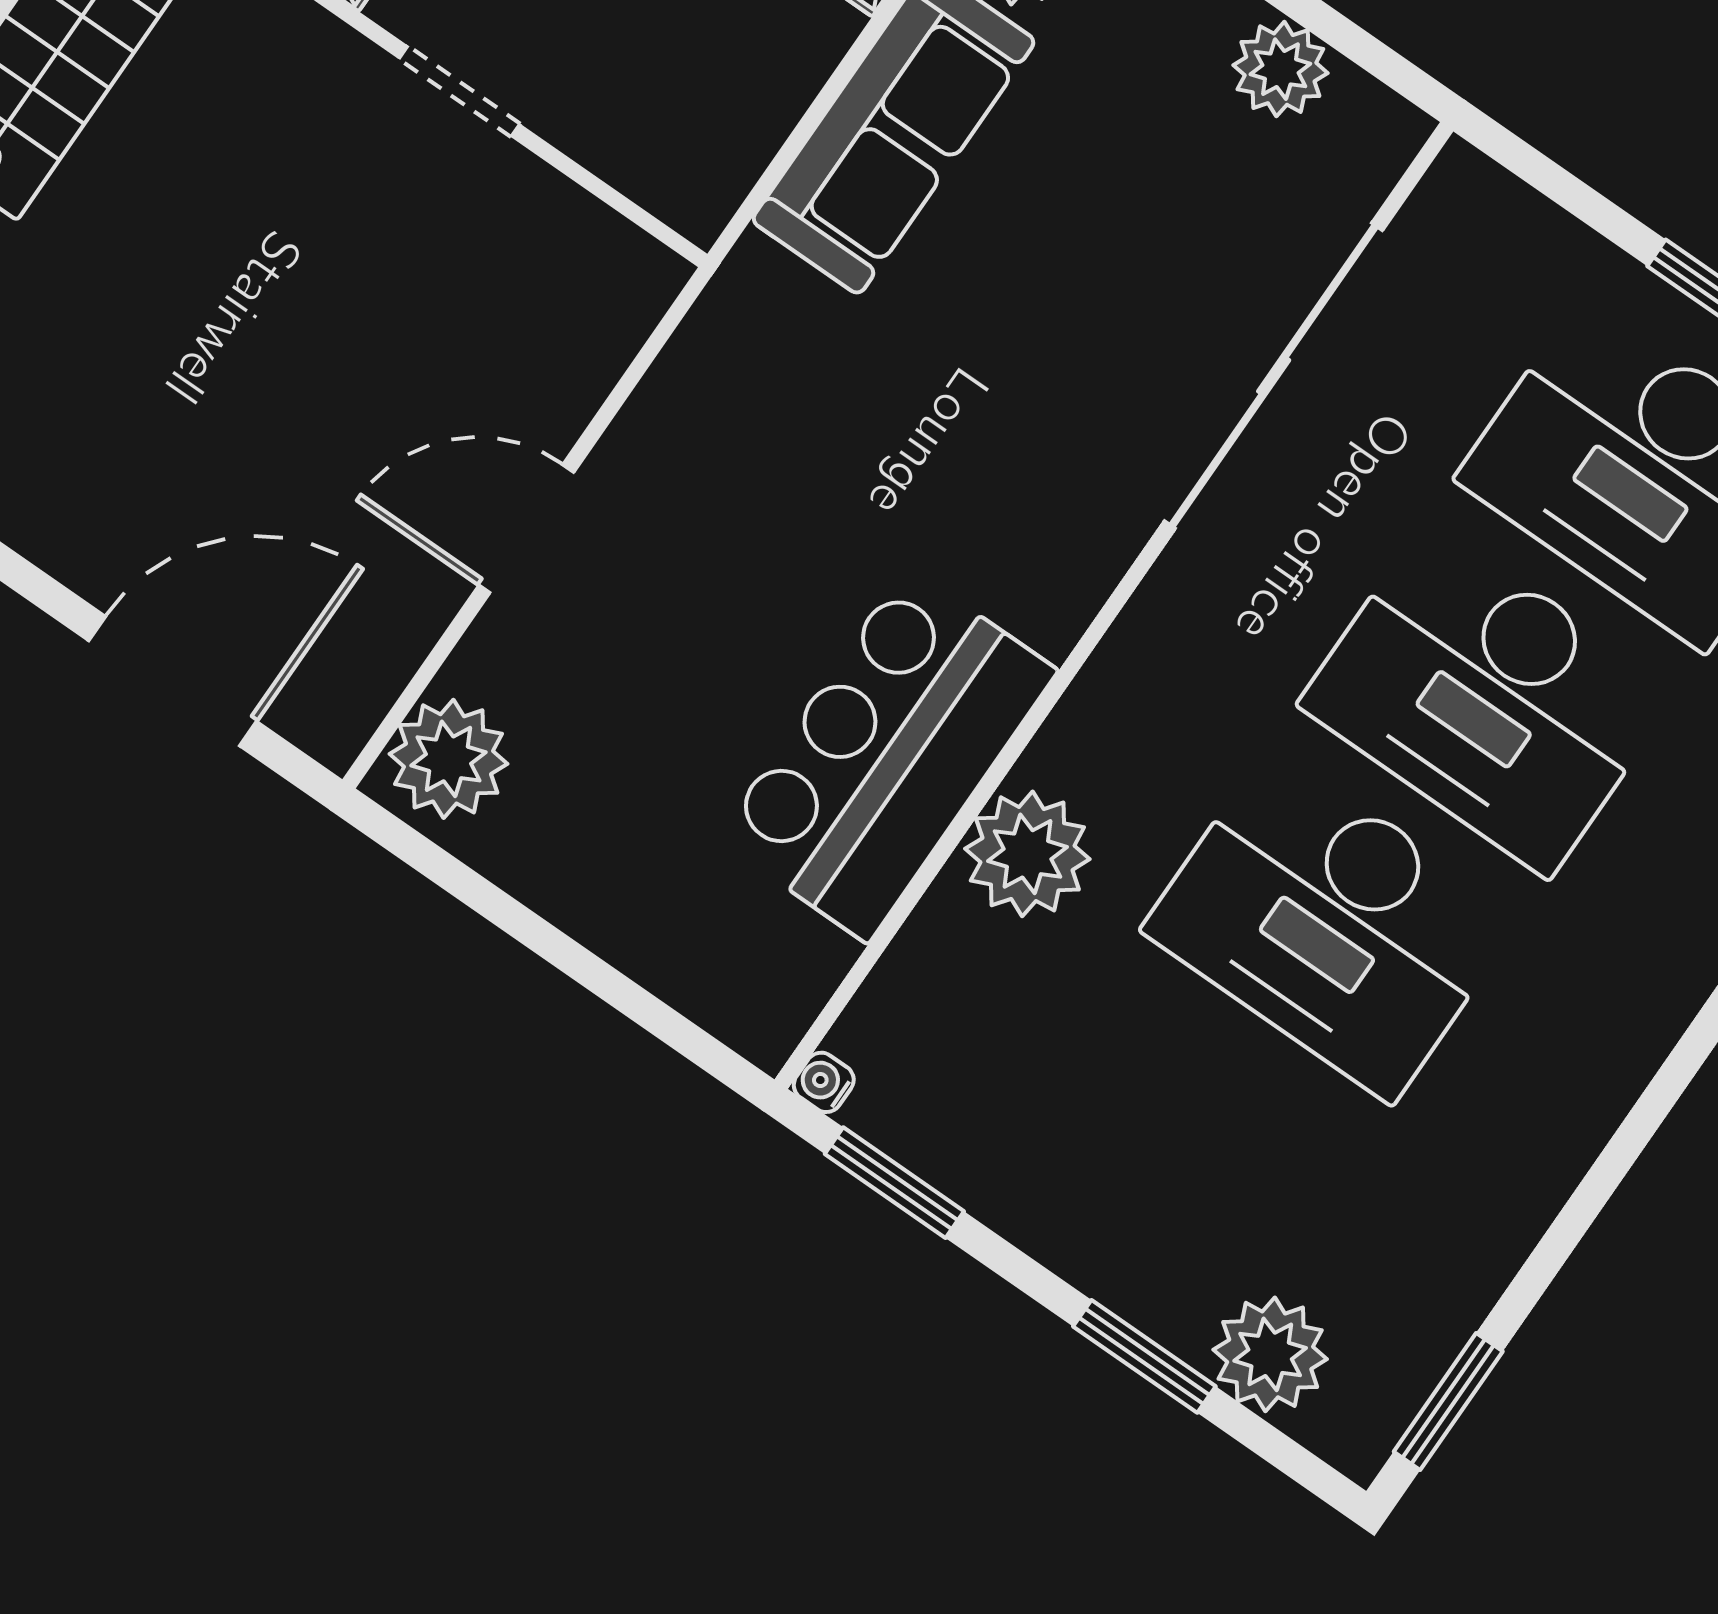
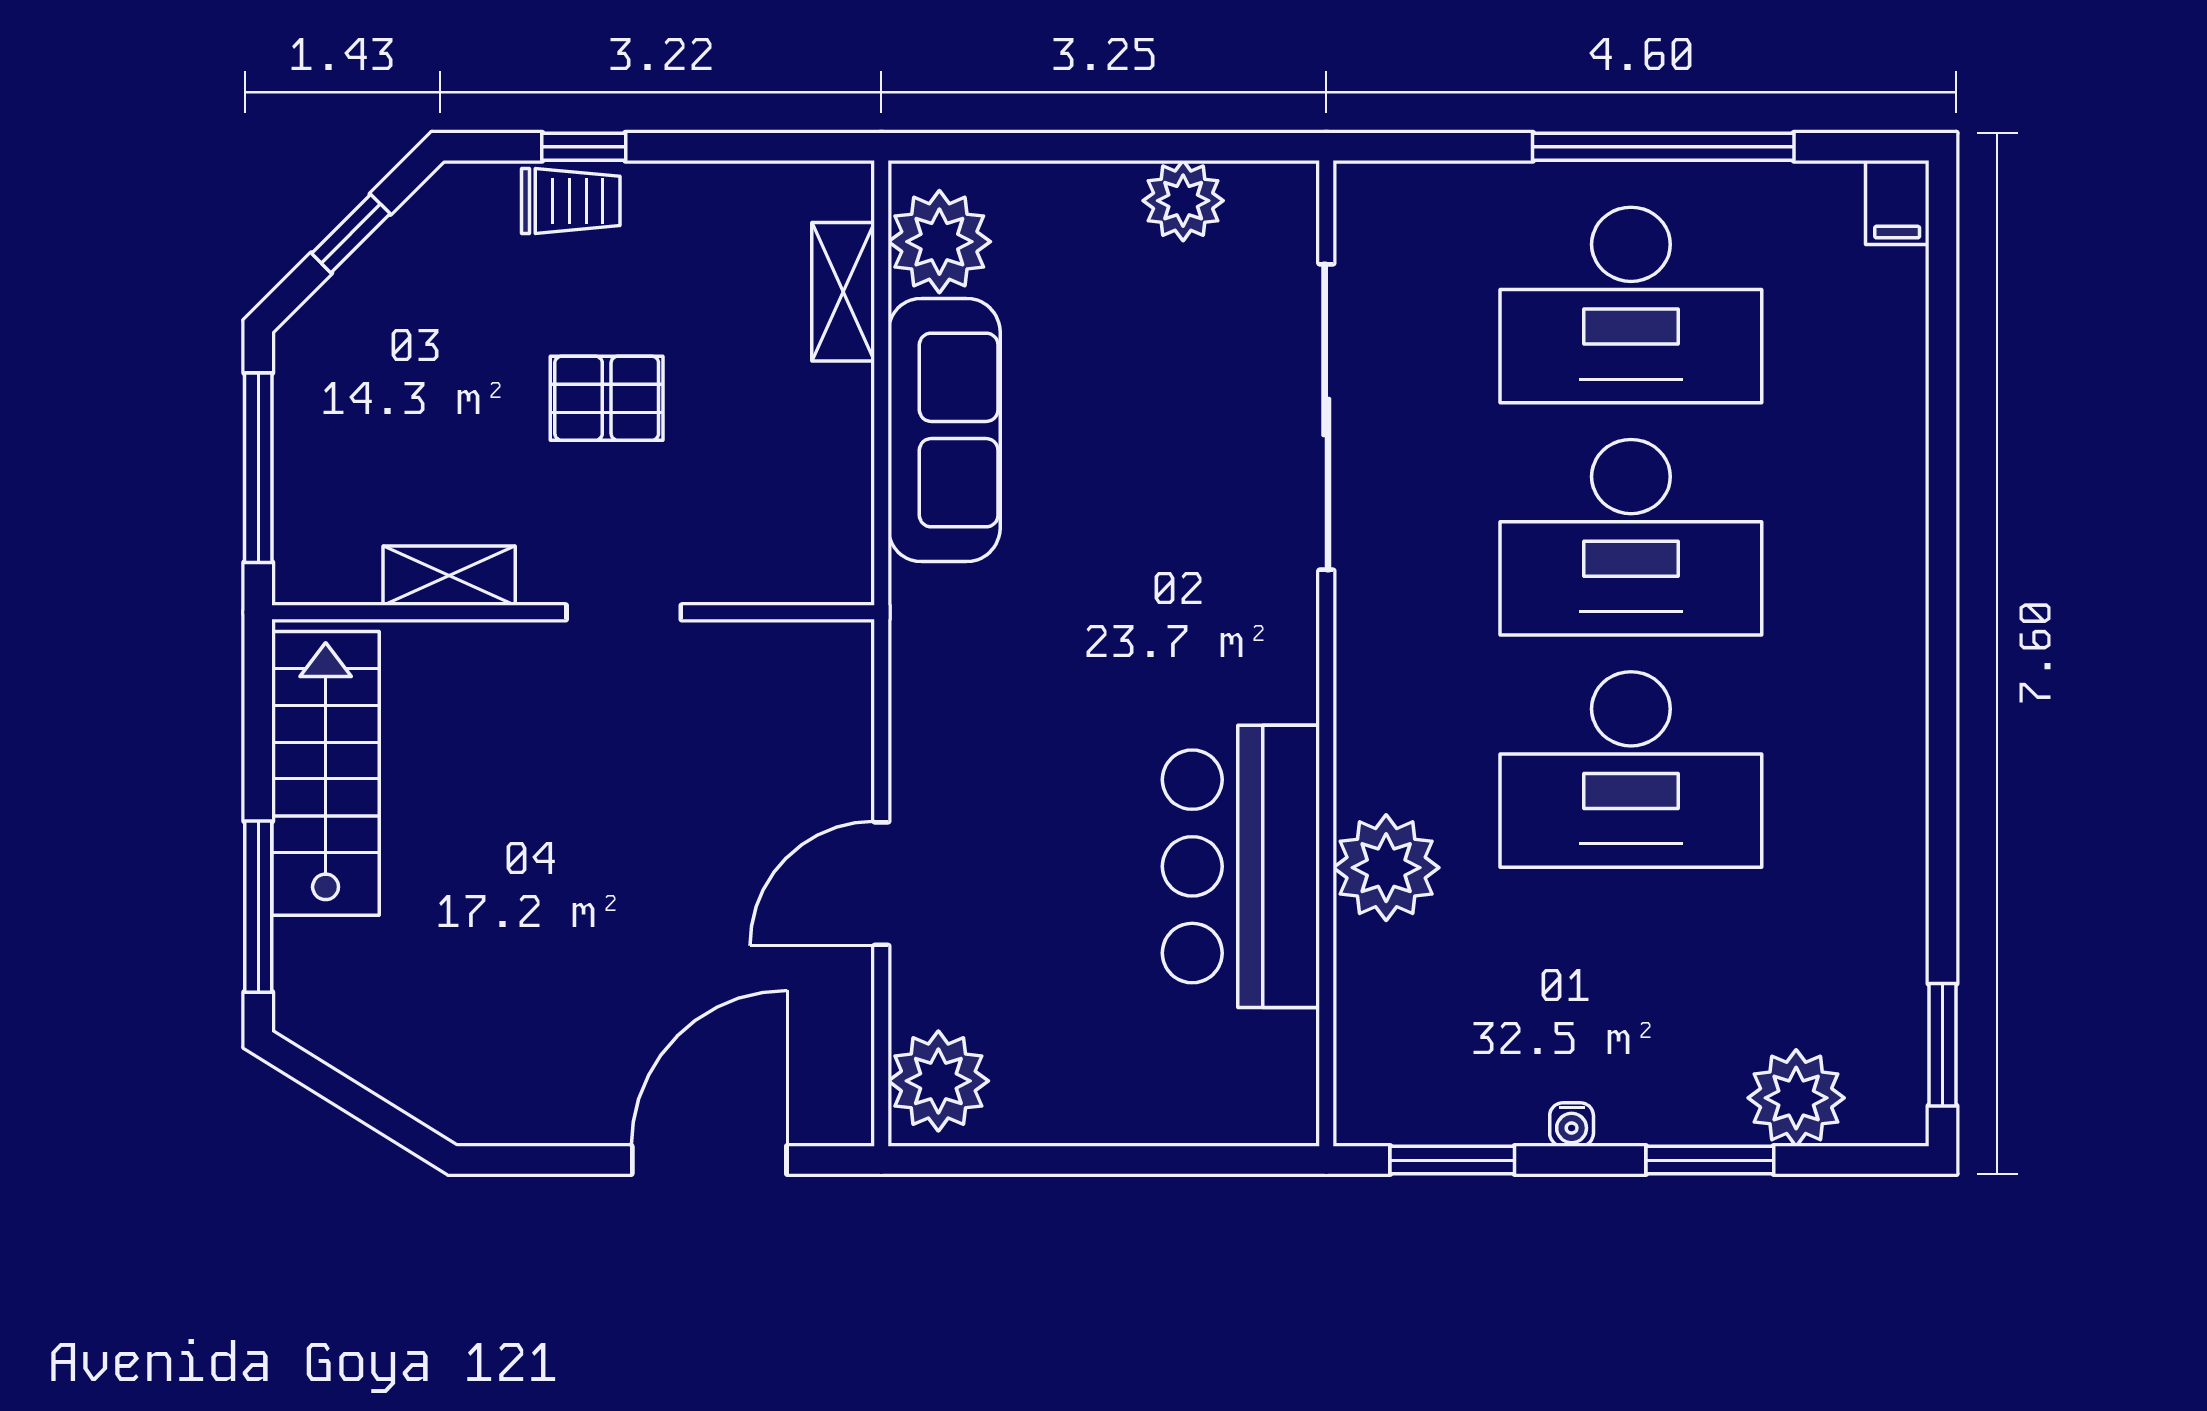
water cooler: (824, 1082) -> (1572, 1125), moved, turned -90

